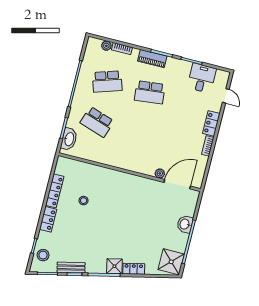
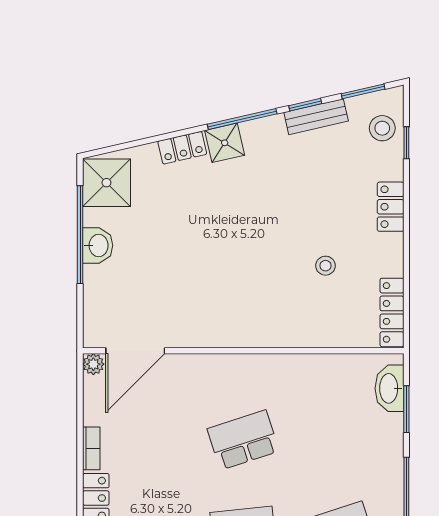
school desk: (97, 122) -> (243, 440), moved, turned -36
plant: (160, 173) -> (93, 364), moved
locker: (55, 191) -> (392, 312), moved
washbasin: (185, 224) -> (98, 245), moved

